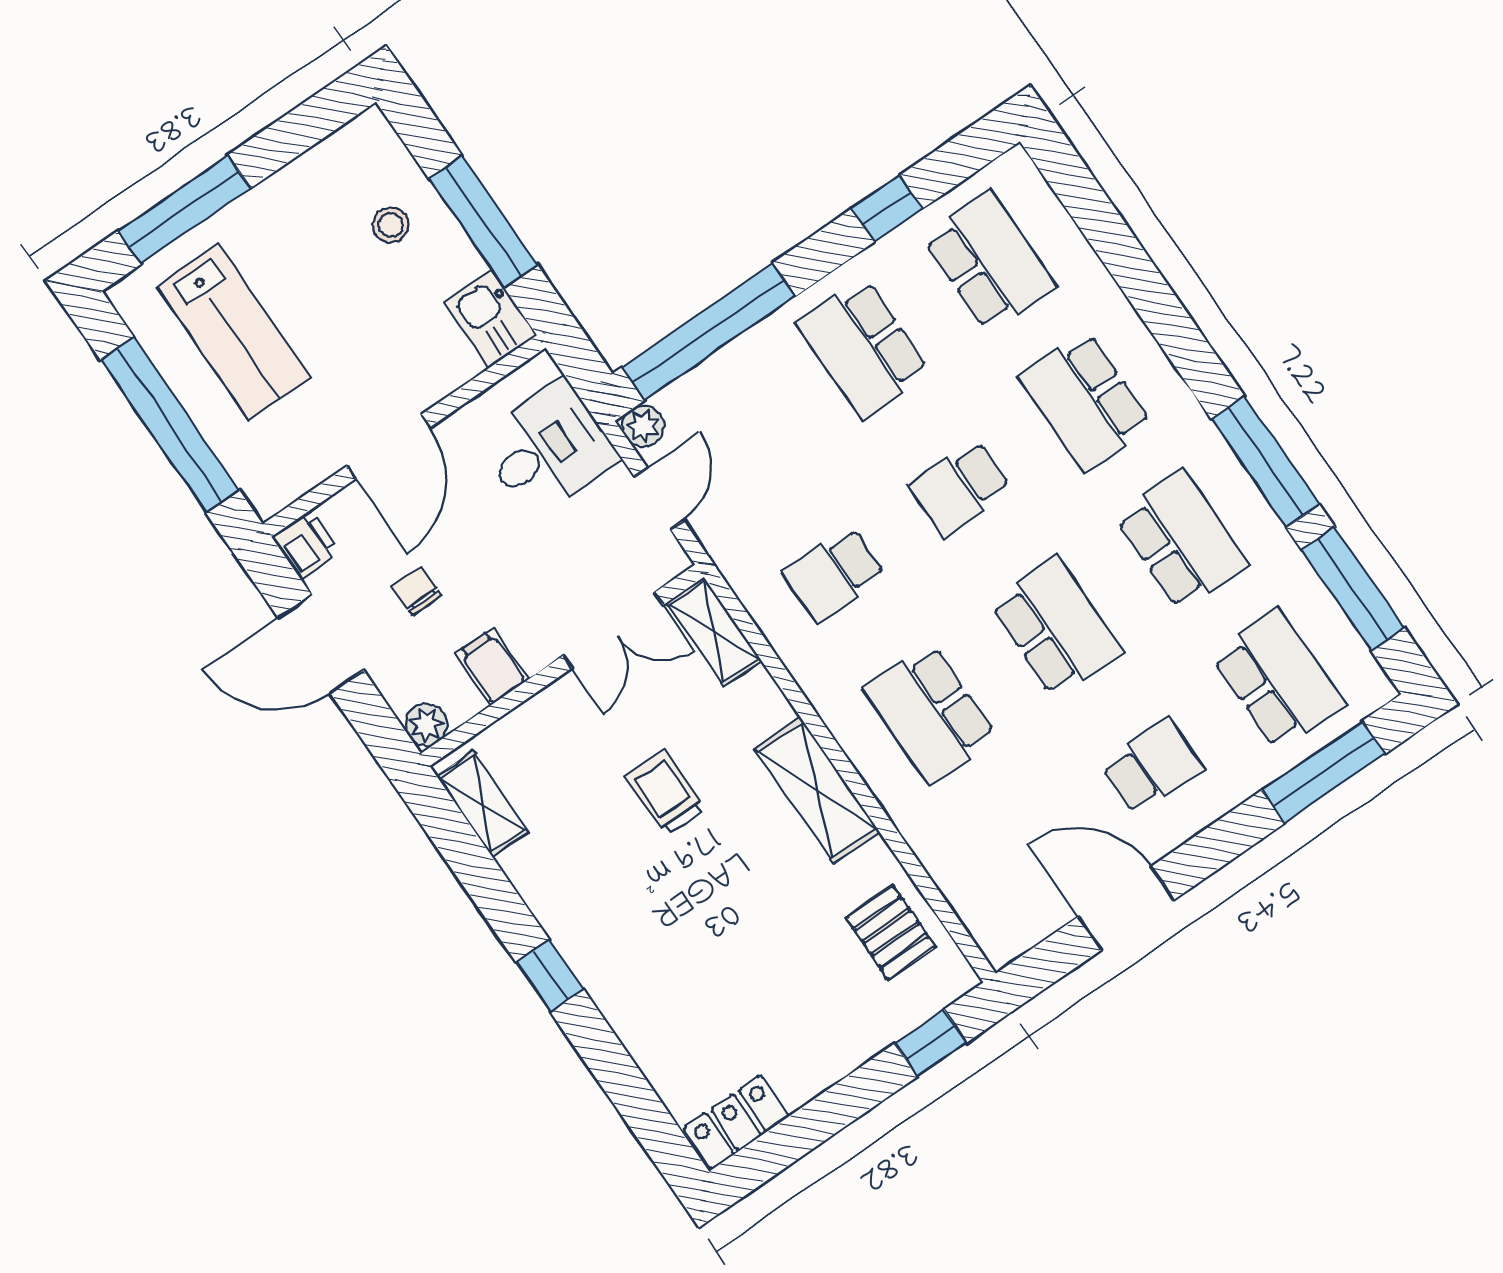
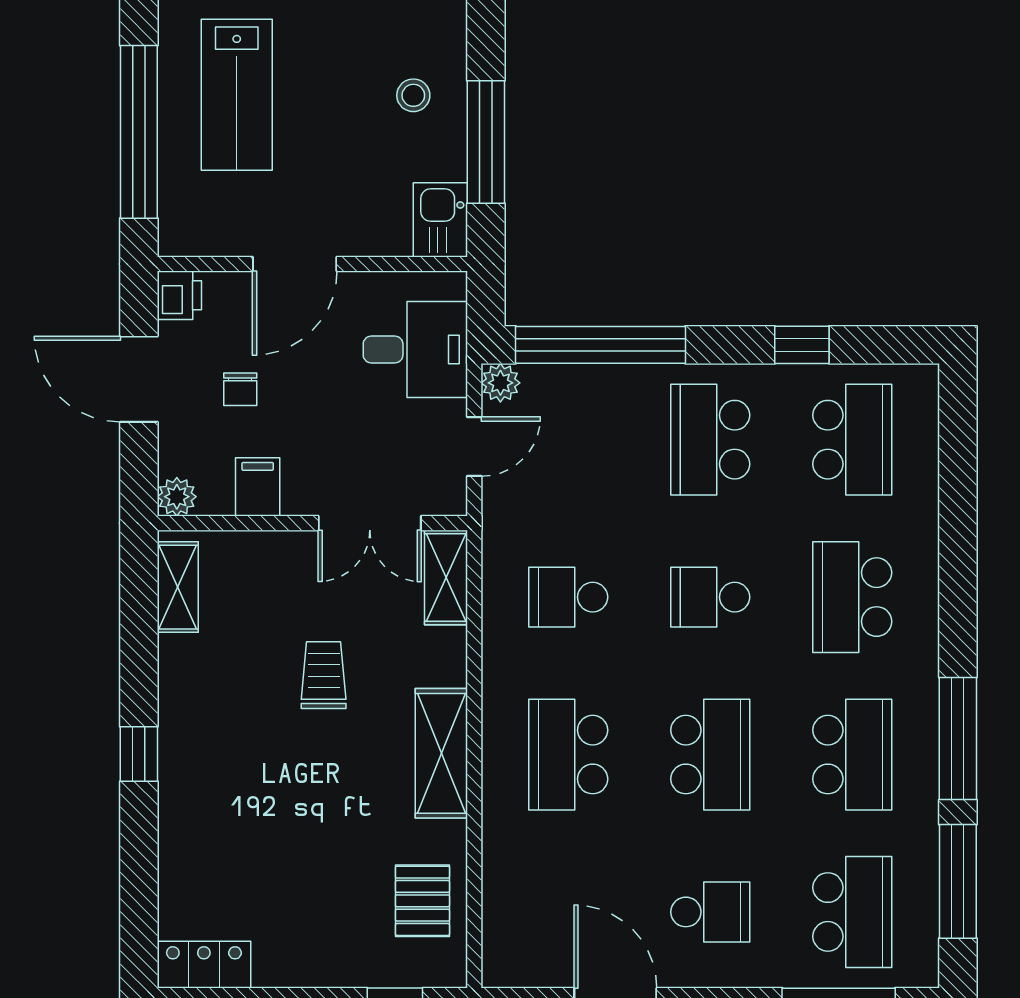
chair: (417, 591) -> (240, 389), turned 180

